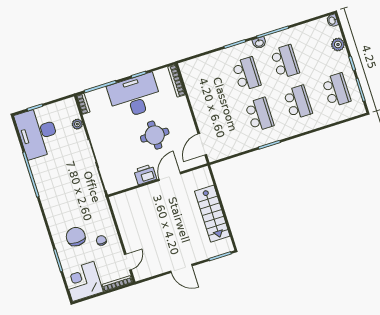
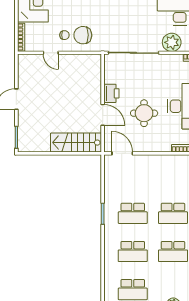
plant: (77, 124) -> (172, 42), width x1.88, depth x1.88
stairs: (212, 214) -> (76, 143), moved
chair: (76, 237) -> (83, 35), moved, turned 180
door: (128, 262) -> (51, 53), moved

